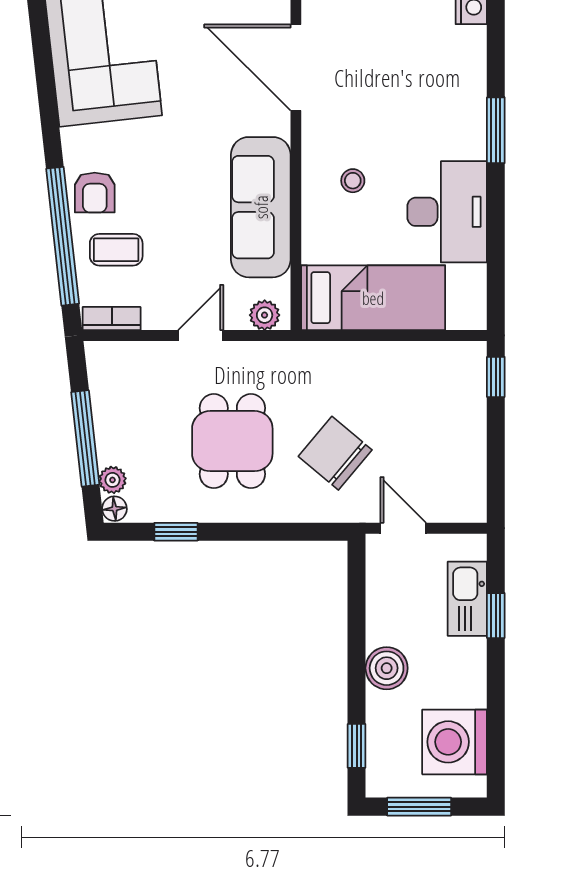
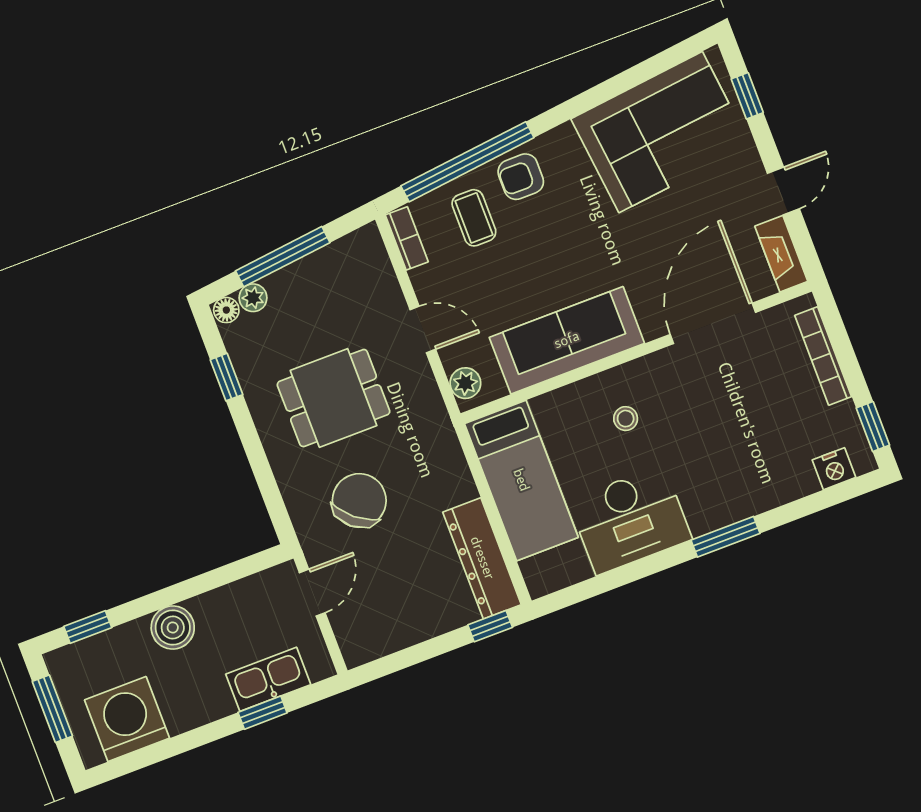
dresser: (431, 361) -> (482, 558), added

